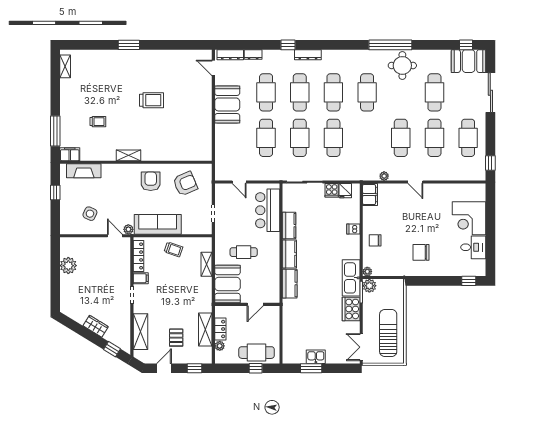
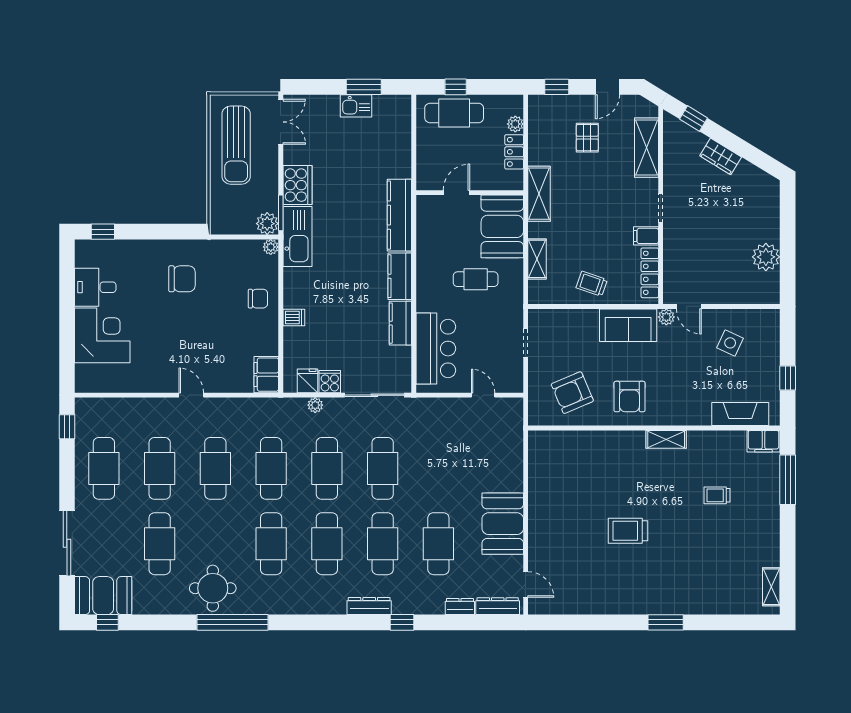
cafe table: (266, 138) -> (271, 468), moved
plant: (384, 176) -> (315, 405), moved
sofa: (158, 224) -> (628, 325), width x0.73
kitchen counter: (290, 284) -> (399, 215), width x1.50
shelving: (205, 329) -> (539, 194), moved

